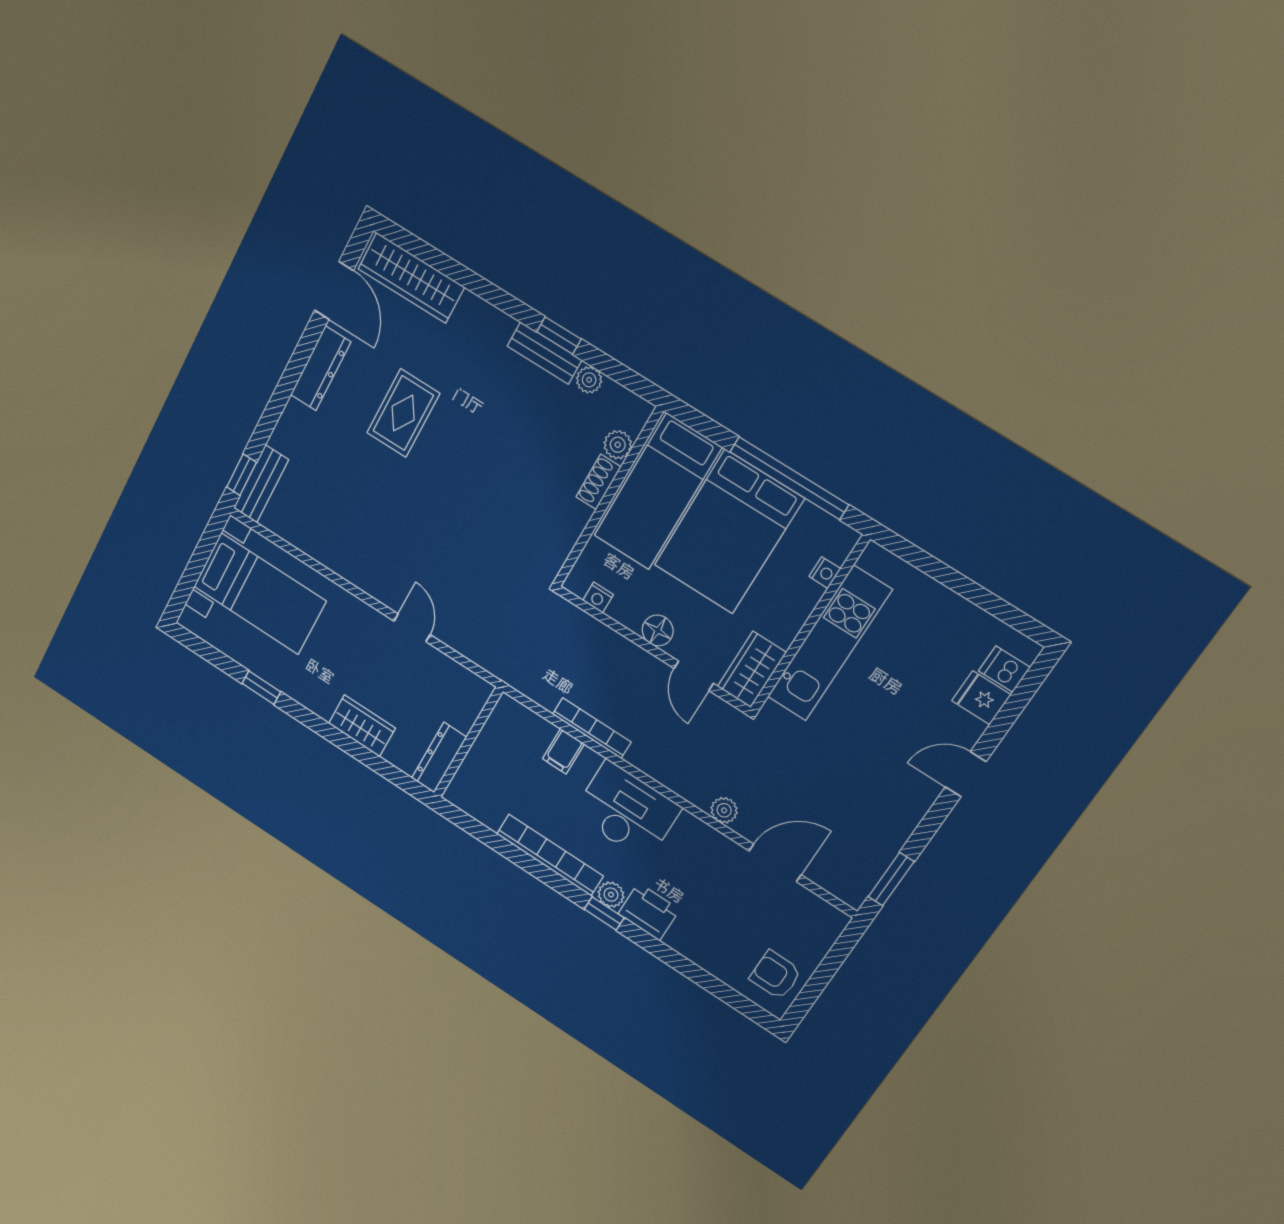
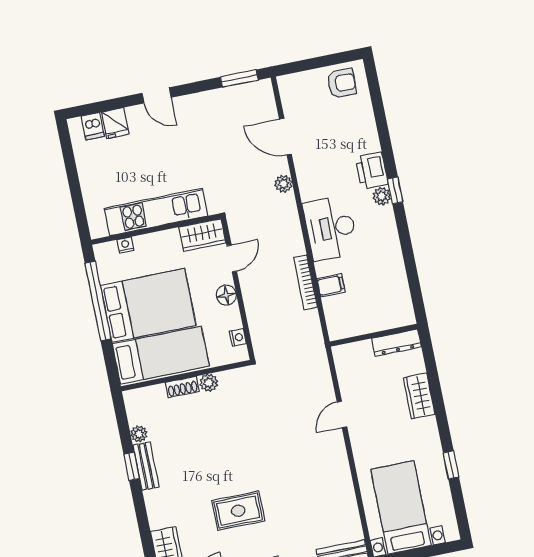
plant: (618, 445) -> (209, 383), moved
bookcase: (550, 855) -> (392, 244), removed
armchair: (775, 975) -> (342, 83), turned -90

